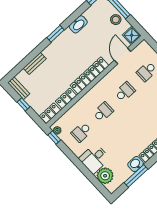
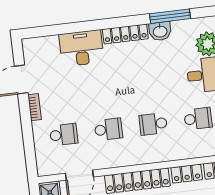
school desk: (125, 92) -> (108, 129), turned 180

